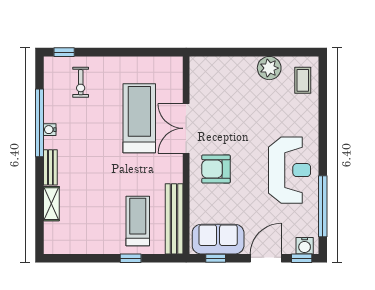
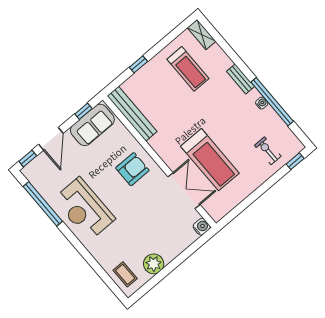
double door: (186, 128) -> (184, 191), moved
shelving: (51, 204) -> (202, 35), moved
treadmill: (138, 221) -> (188, 69), moved
water cooler: (305, 246) -> (202, 227), moved, turned 90

